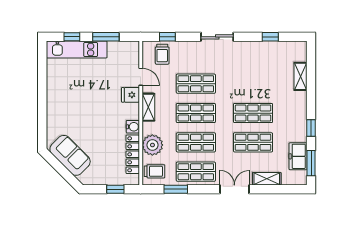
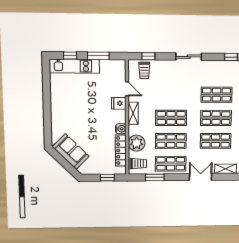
shop shelf: (196, 84) -> (216, 95), moved

